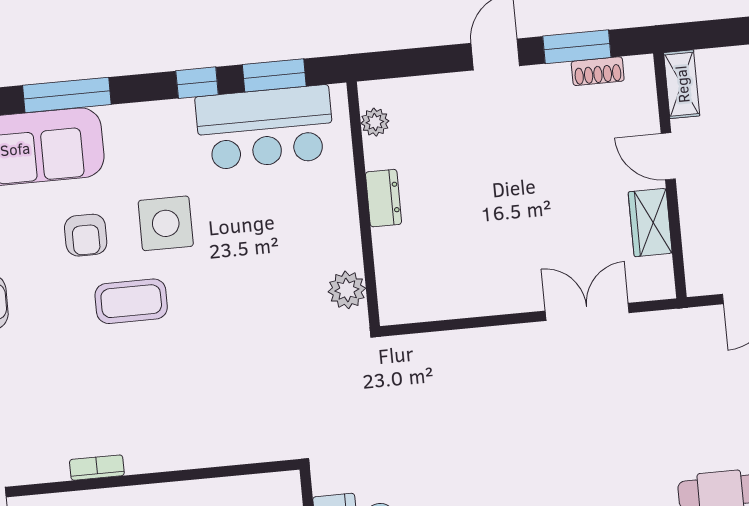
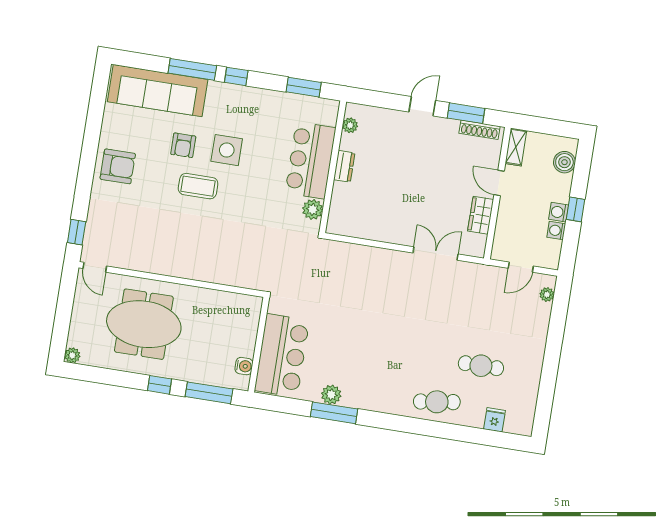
shoe rack: (598, 71) -> (479, 130), width x1.43
window: (197, 83) -> (236, 76), moved
bar counter: (265, 128) -> (310, 160), moved, turned 90
bookcase: (97, 468) -> (158, 269), removed

